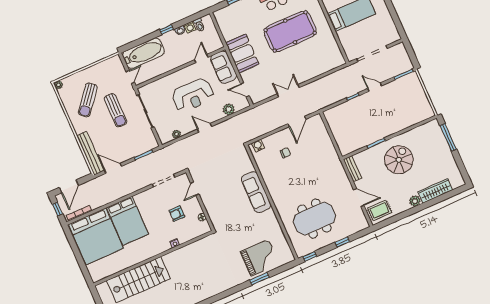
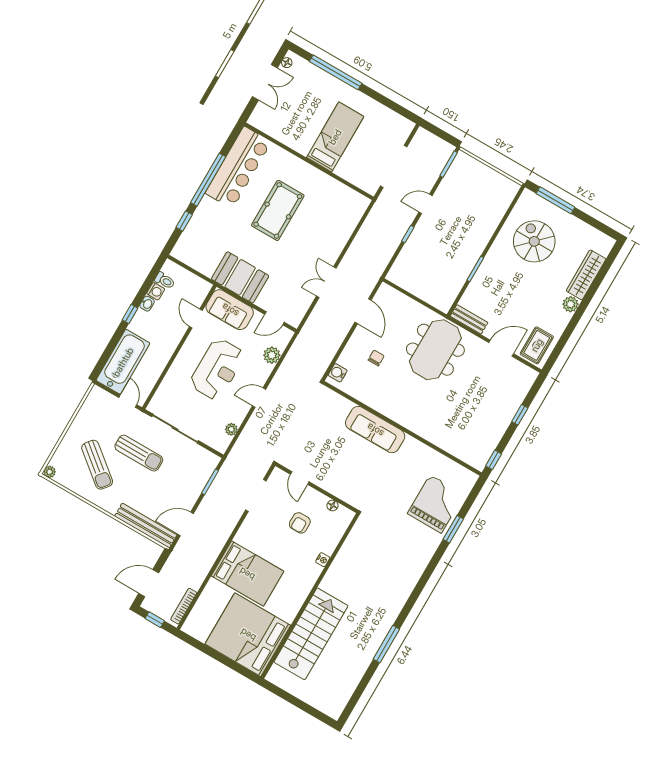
pool table: (290, 31) -> (278, 210), width x0.73, depth x0.76
spiral stairs: (399, 160) -> (534, 241), moved
door: (69, 186) -> (149, 583), swing flipped
meeting table: (314, 219) -> (435, 350), moved
bed: (96, 236) -> (248, 635), moved, turned 180

